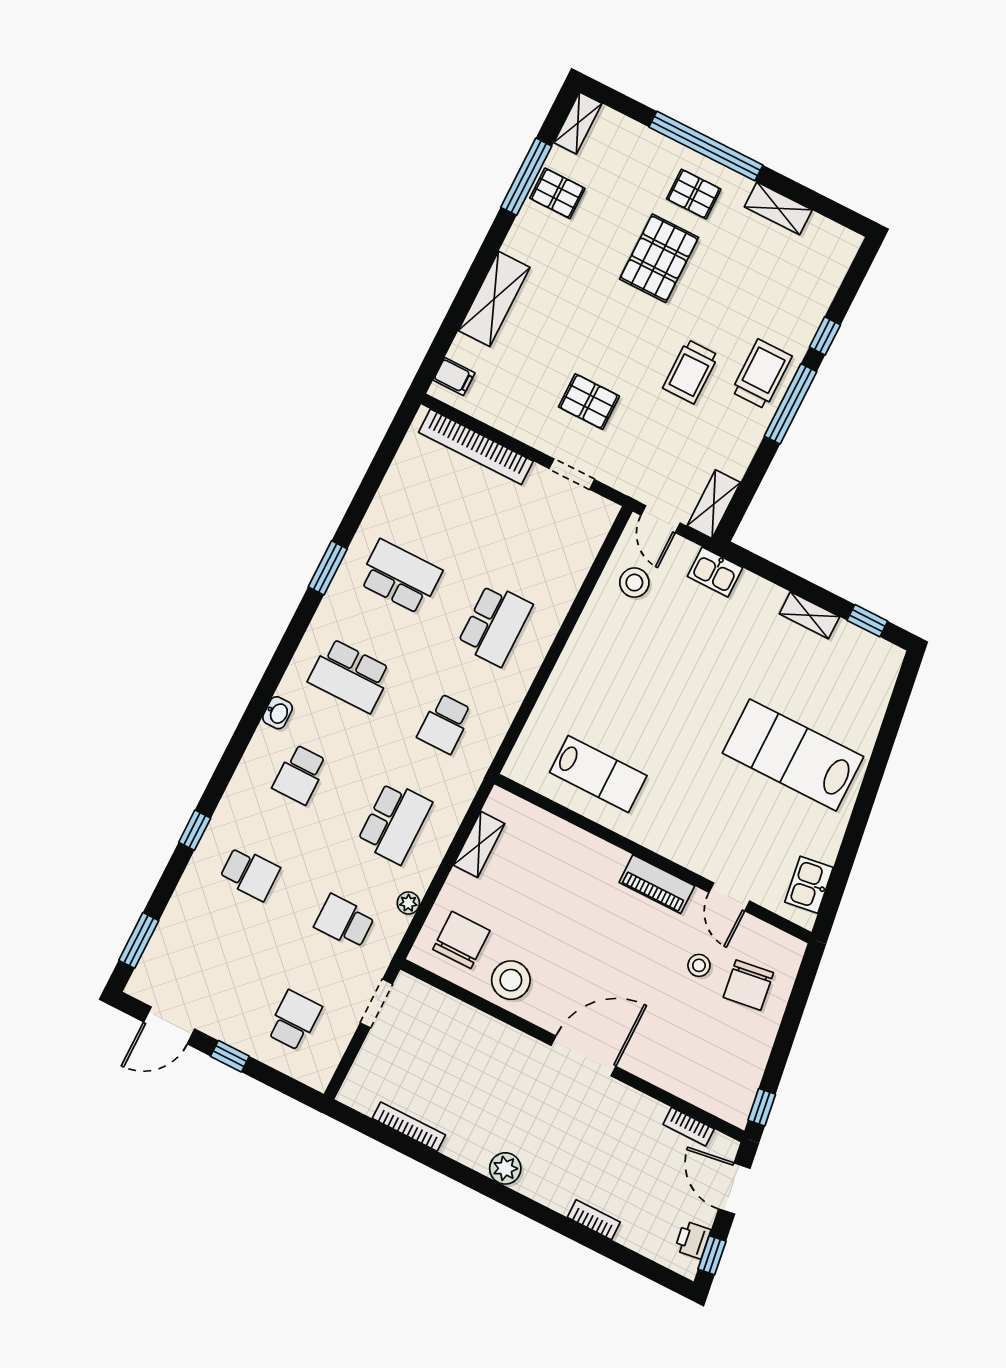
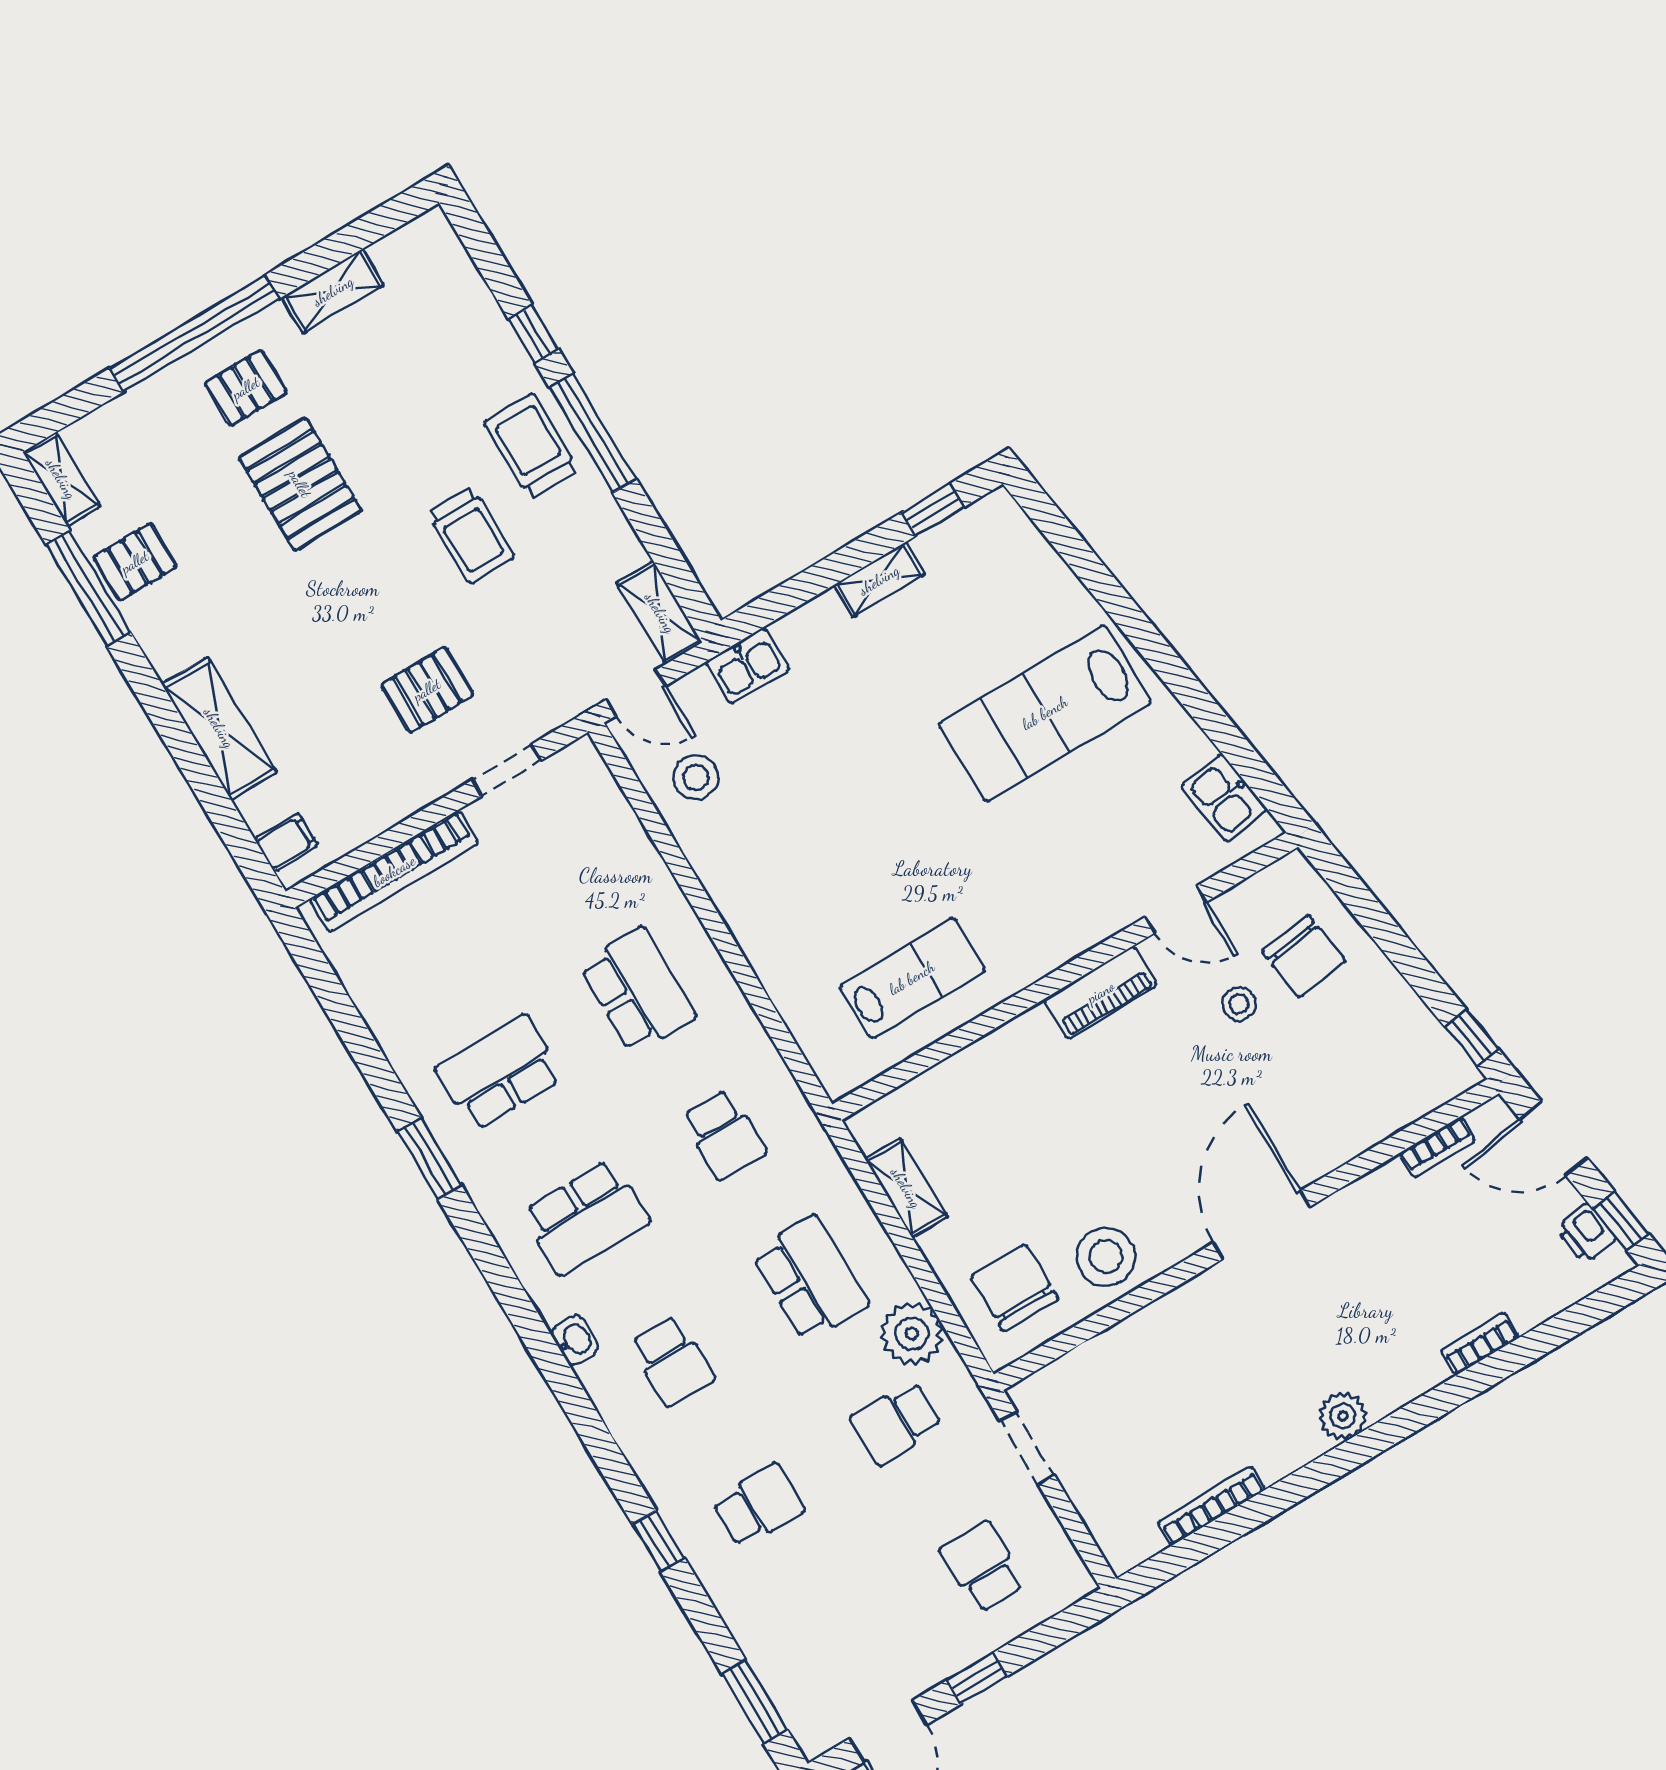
plant: (408, 903) -> (912, 1334), width x1.88, depth x1.88

